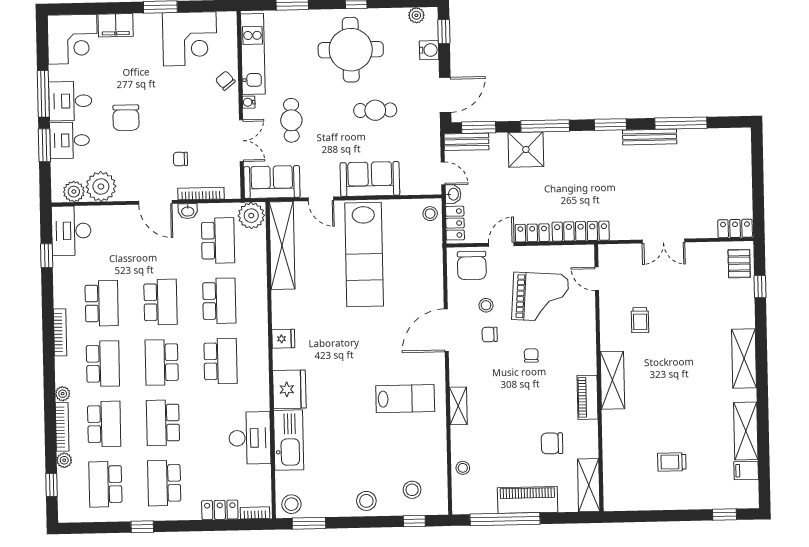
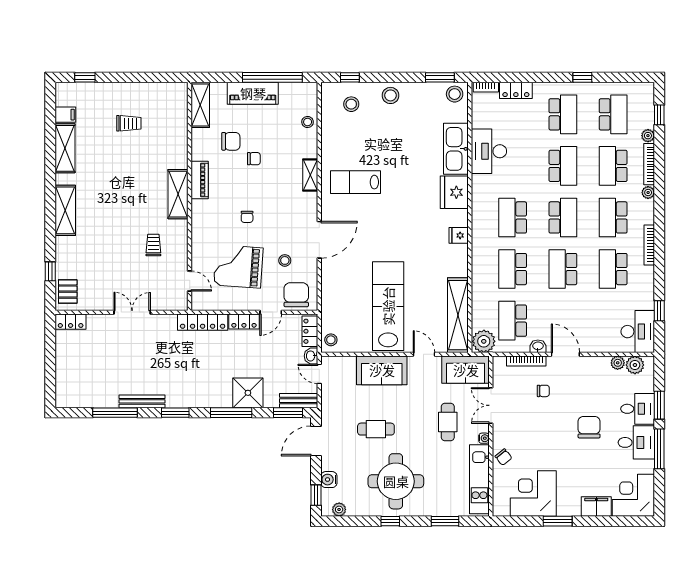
plant: (101, 187) -> (618, 363), width x0.53, depth x0.53
chair: (490, 334) -> (254, 159), moved

